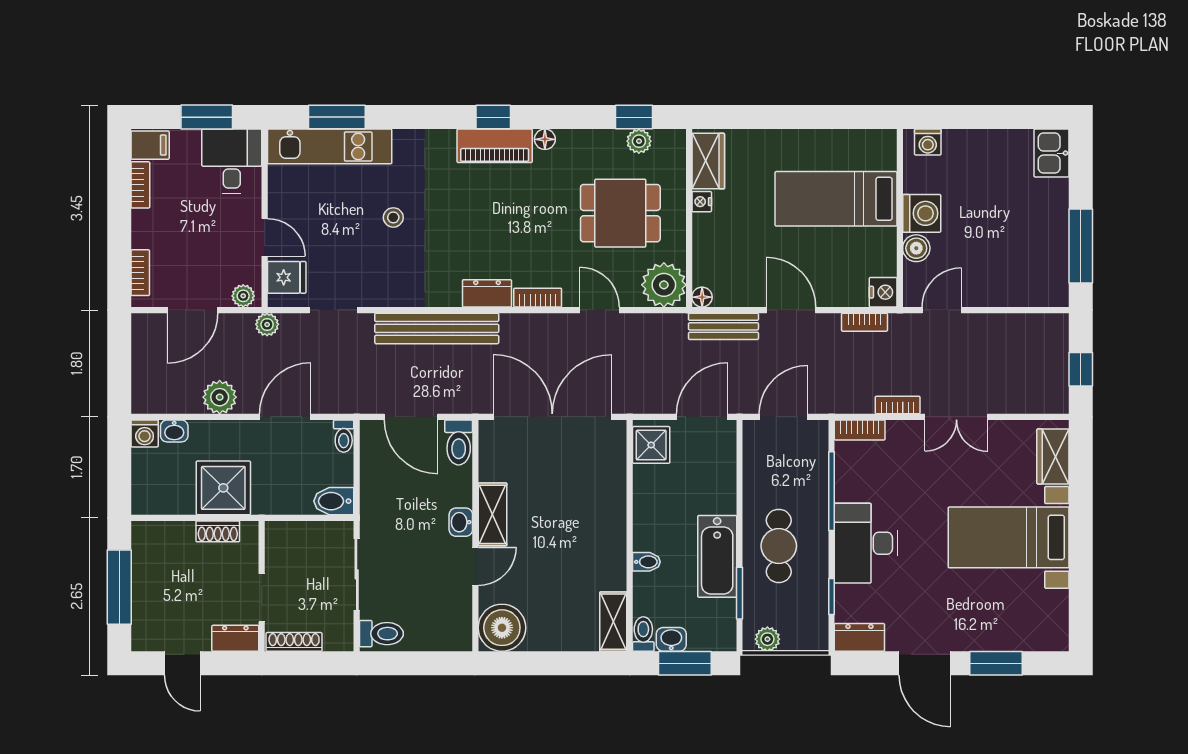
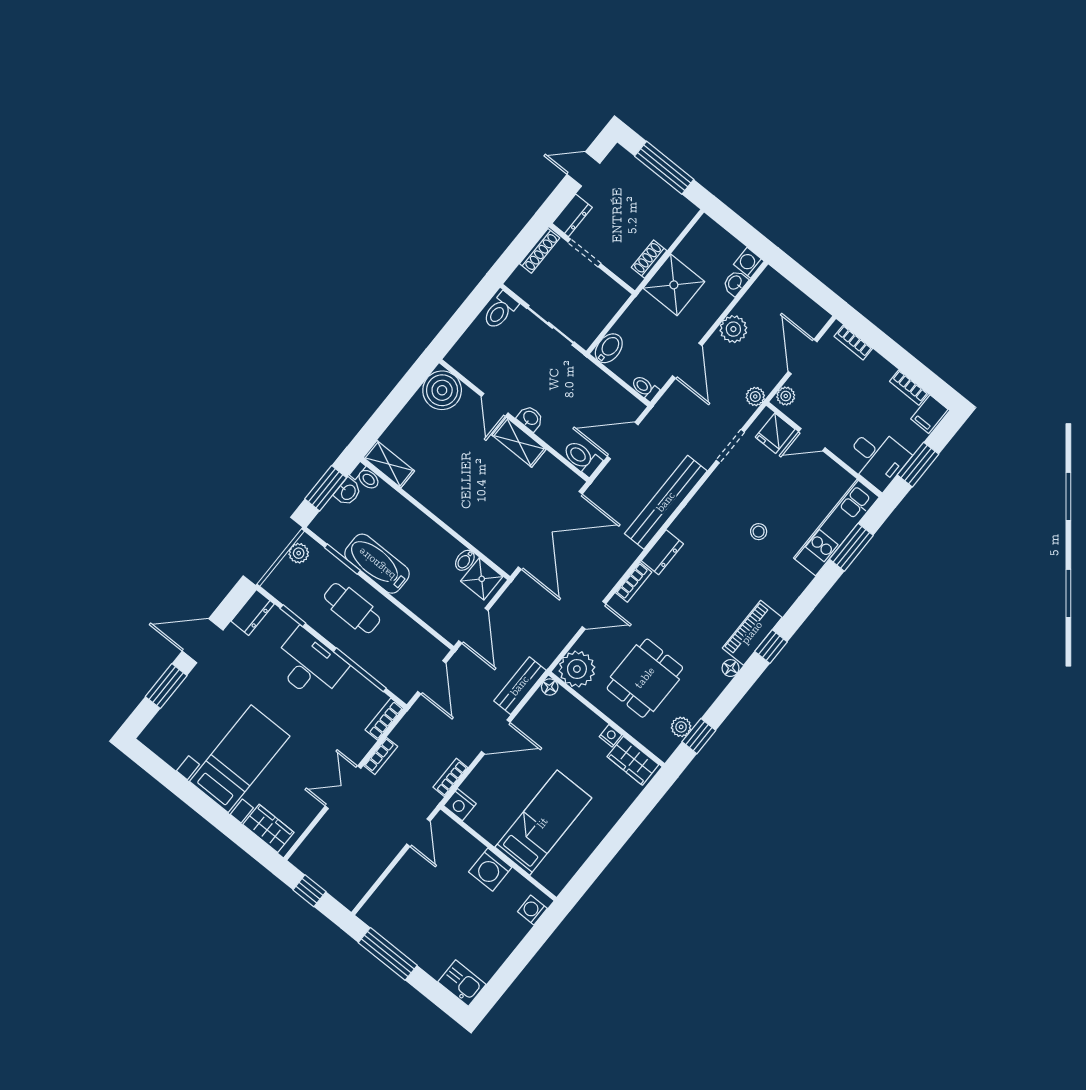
boiler: (916, 248) -> (471, 848), removed
bidet: (646, 562) -> (465, 560), moved

